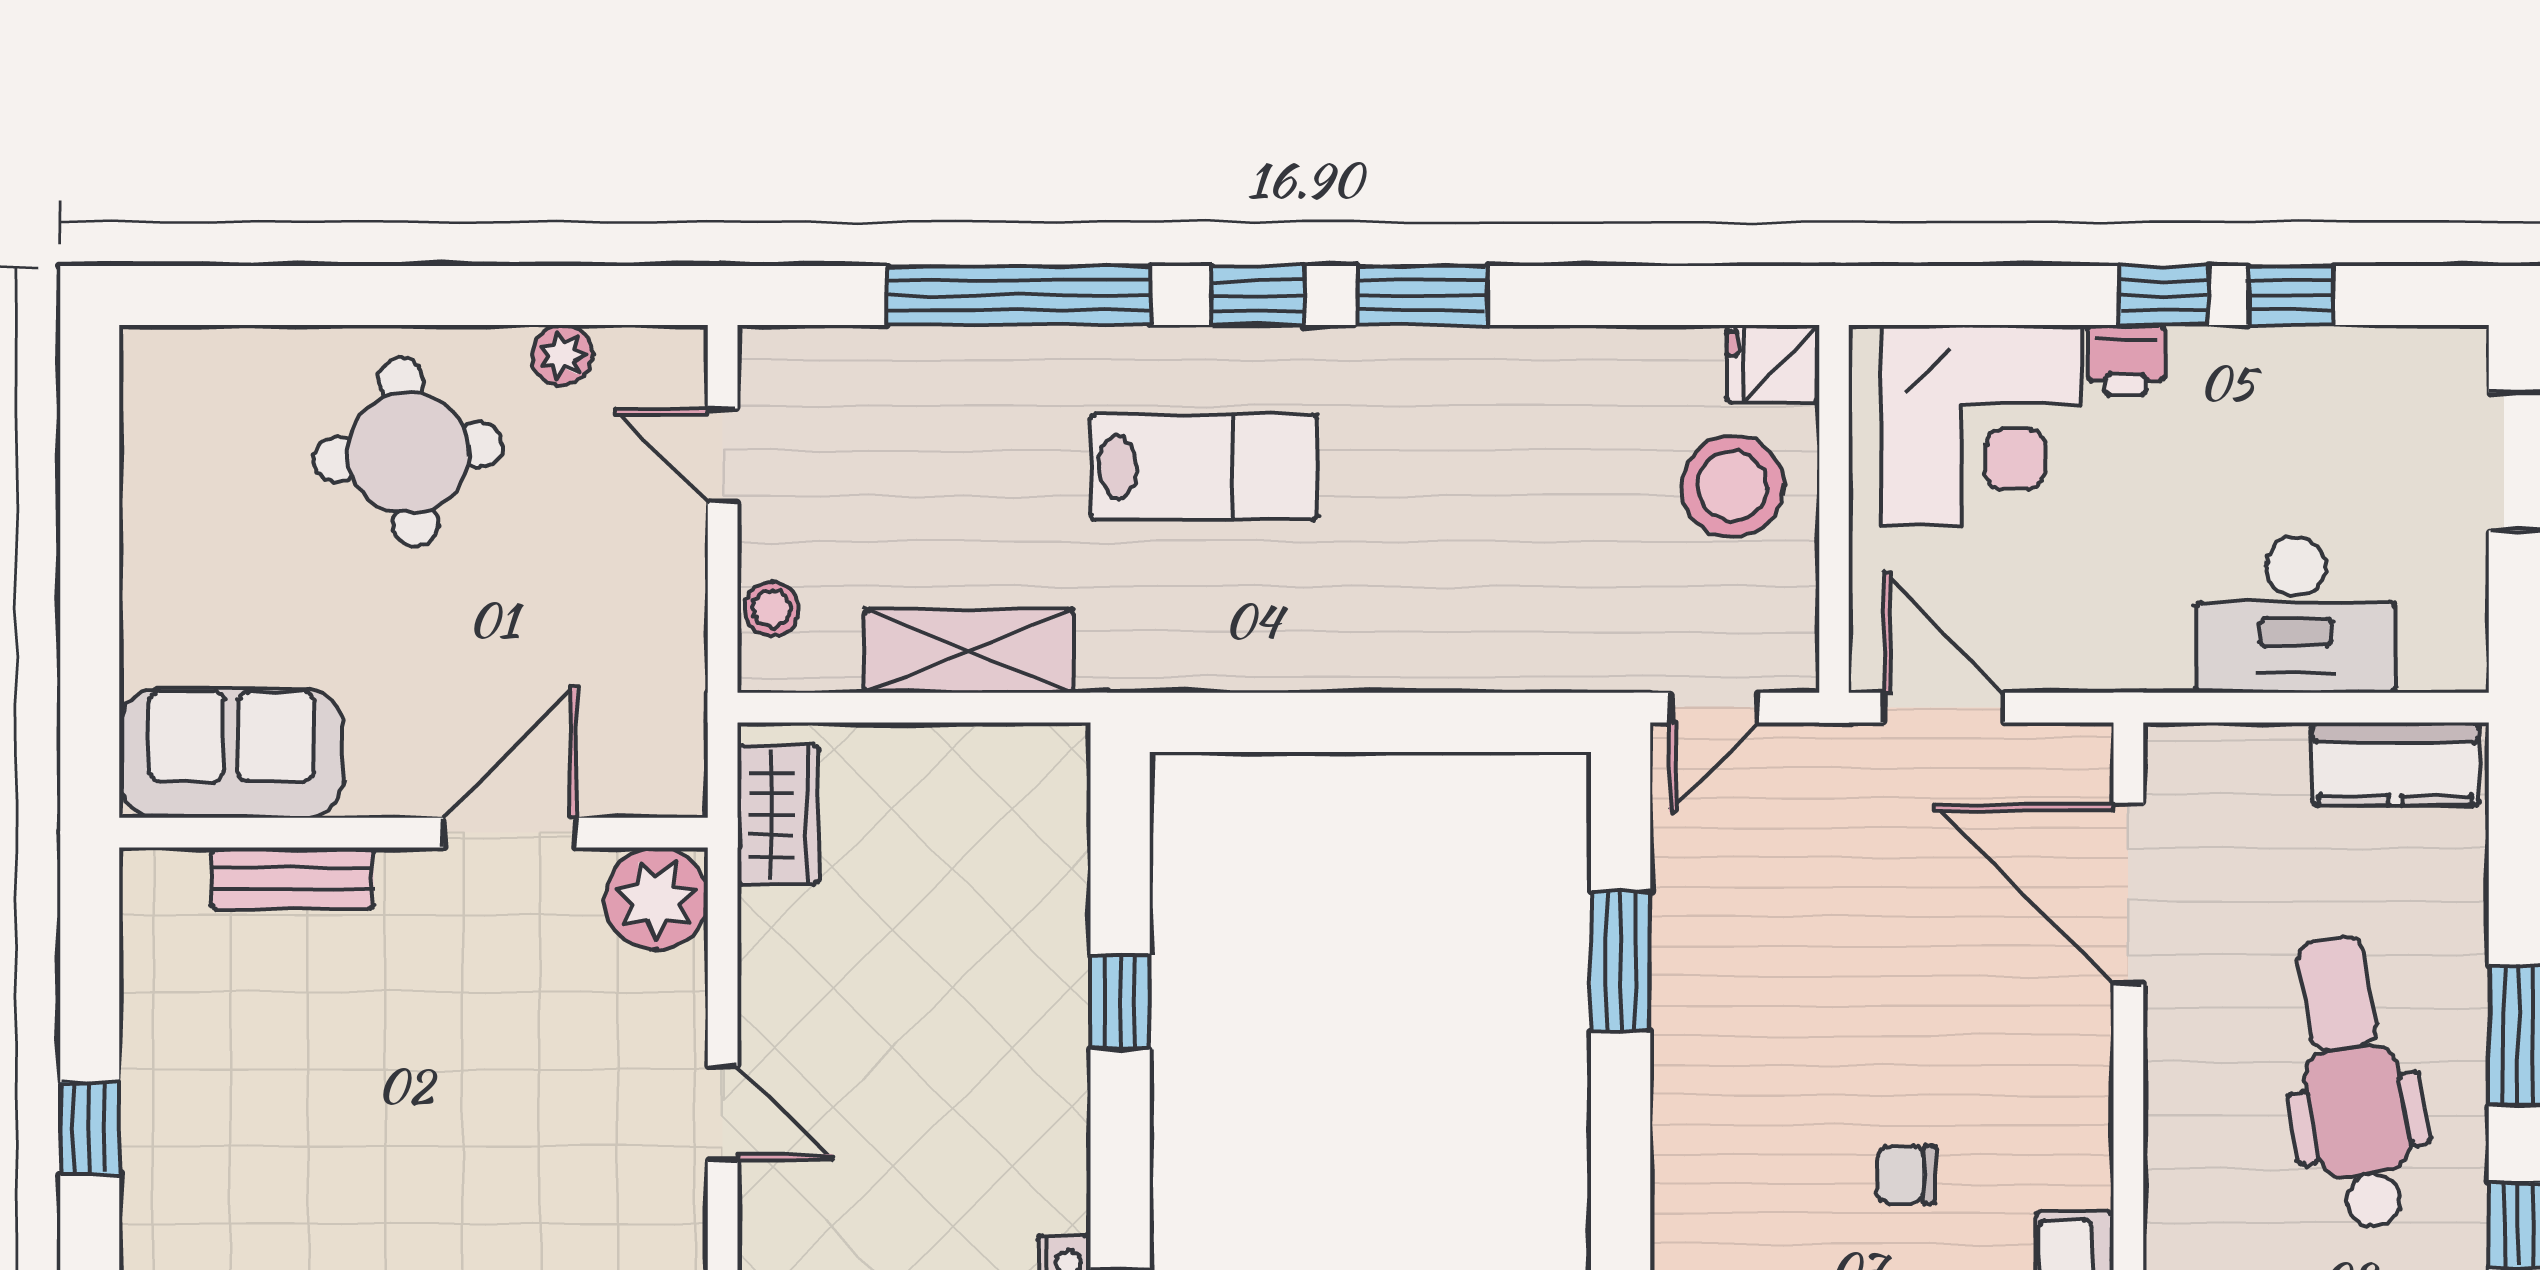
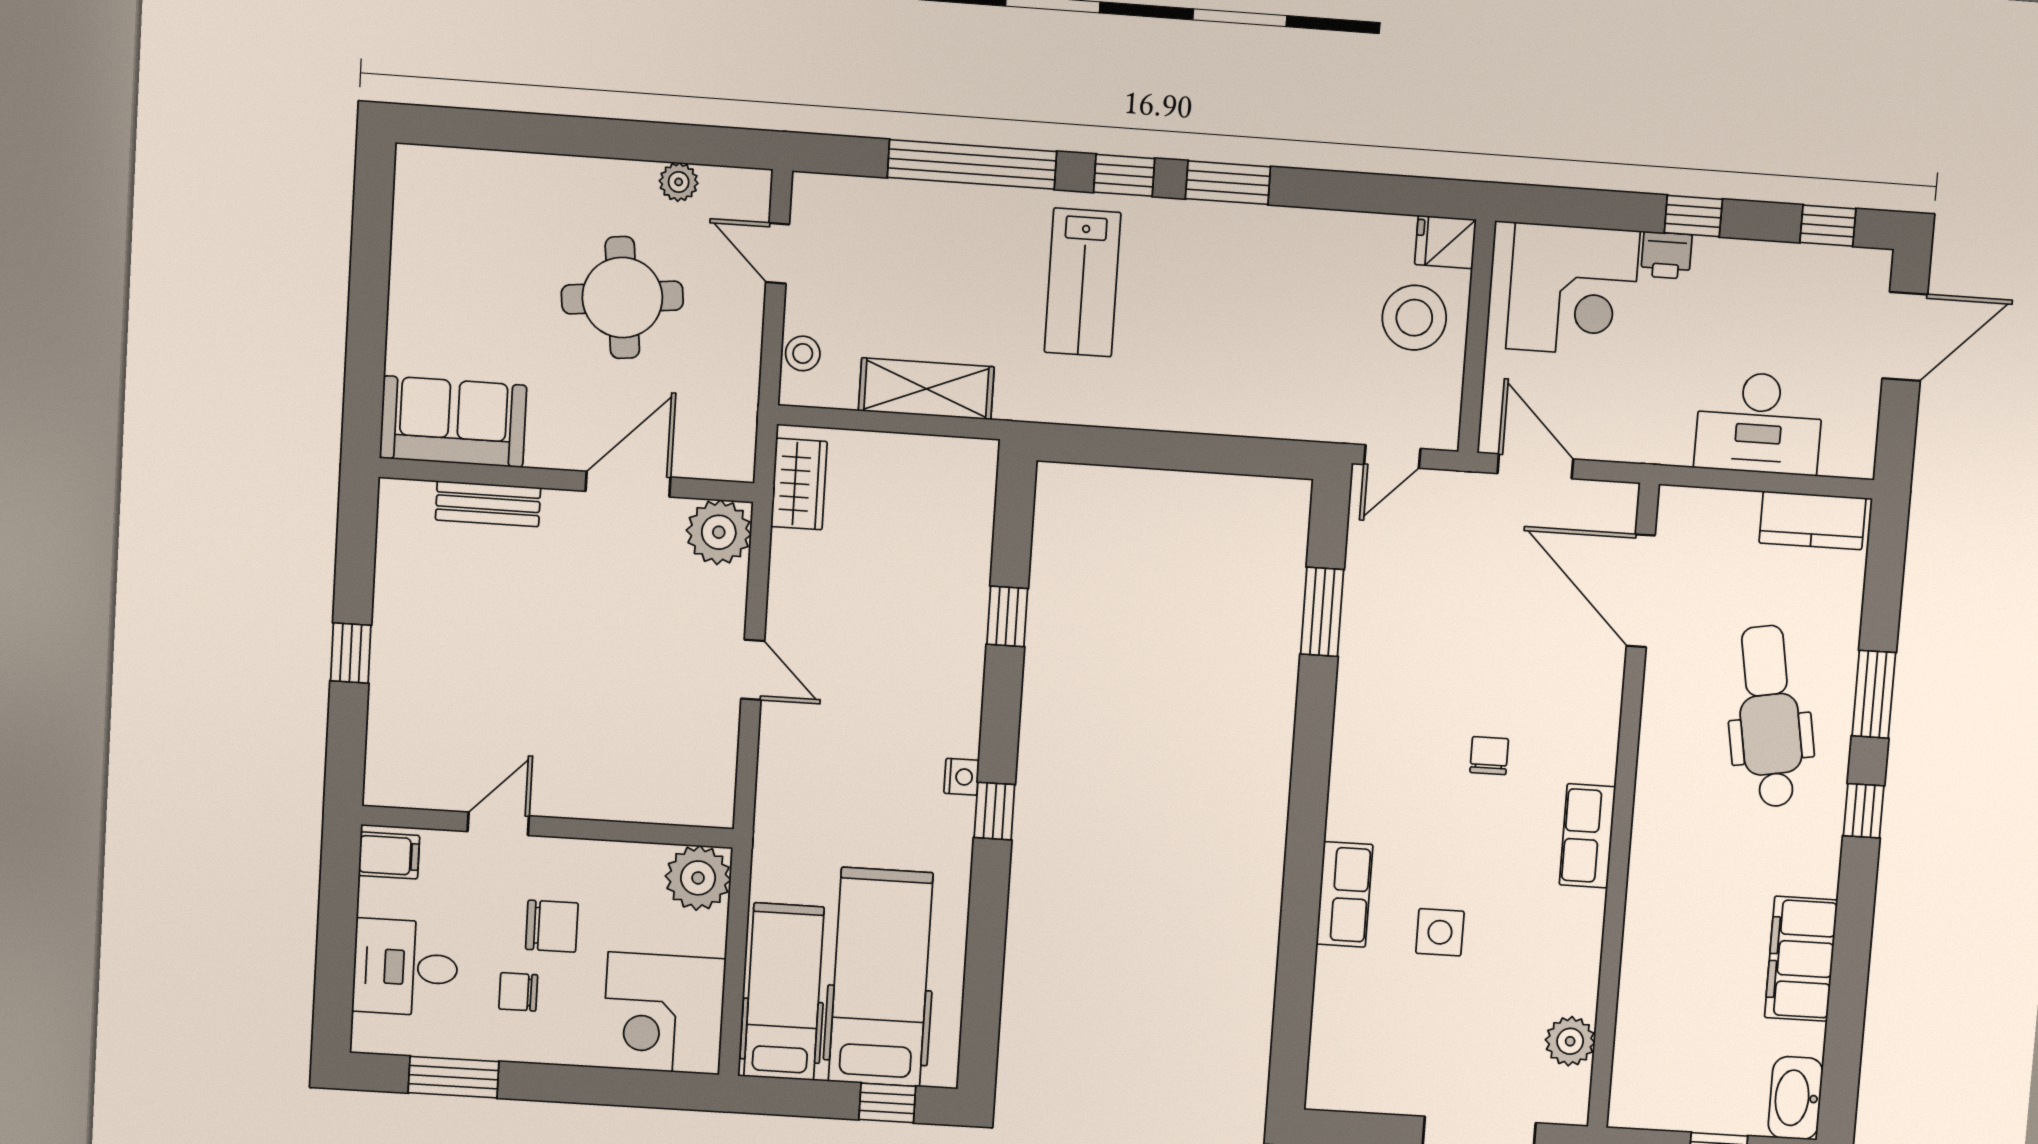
window: (2291, 295) -> (1828, 226), moved
round table: (408, 452) -> (622, 298), moved
lab bench: (1204, 467) -> (1083, 282), turned 90
chair: (1906, 1175) -> (1489, 756), turned 90

